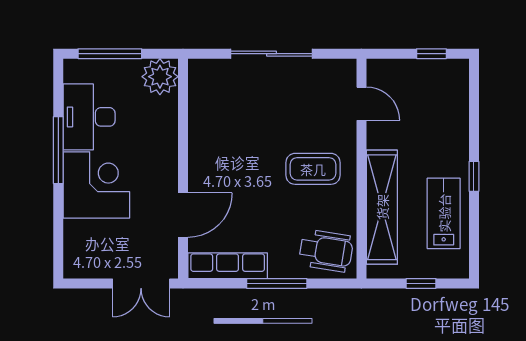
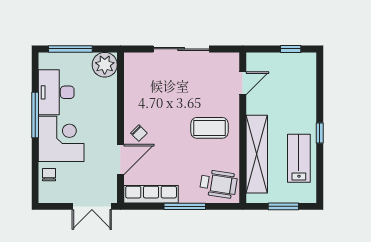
door: (361, 104) -> (243, 83), hinge flipped
chair: (210, 176) -> (139, 133), added
chair: (79, 237) -> (49, 175), added
window: (421, 283) -> (283, 206), width x1.50

